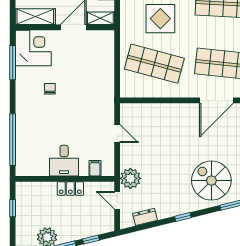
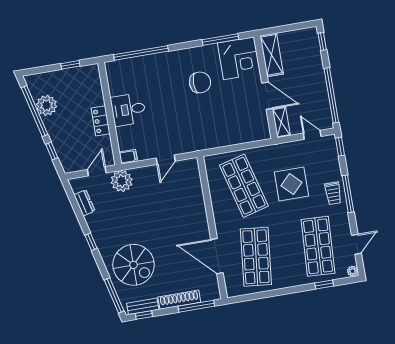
shop shelf: (154, 64) -> (244, 186), turned -30
chair: (50, 89) -> (200, 82), width x1.87, depth x1.87
filing cabinet: (95, 168) -> (128, 157), moved
spiral stairs: (211, 181) -> (134, 265), turned 90

